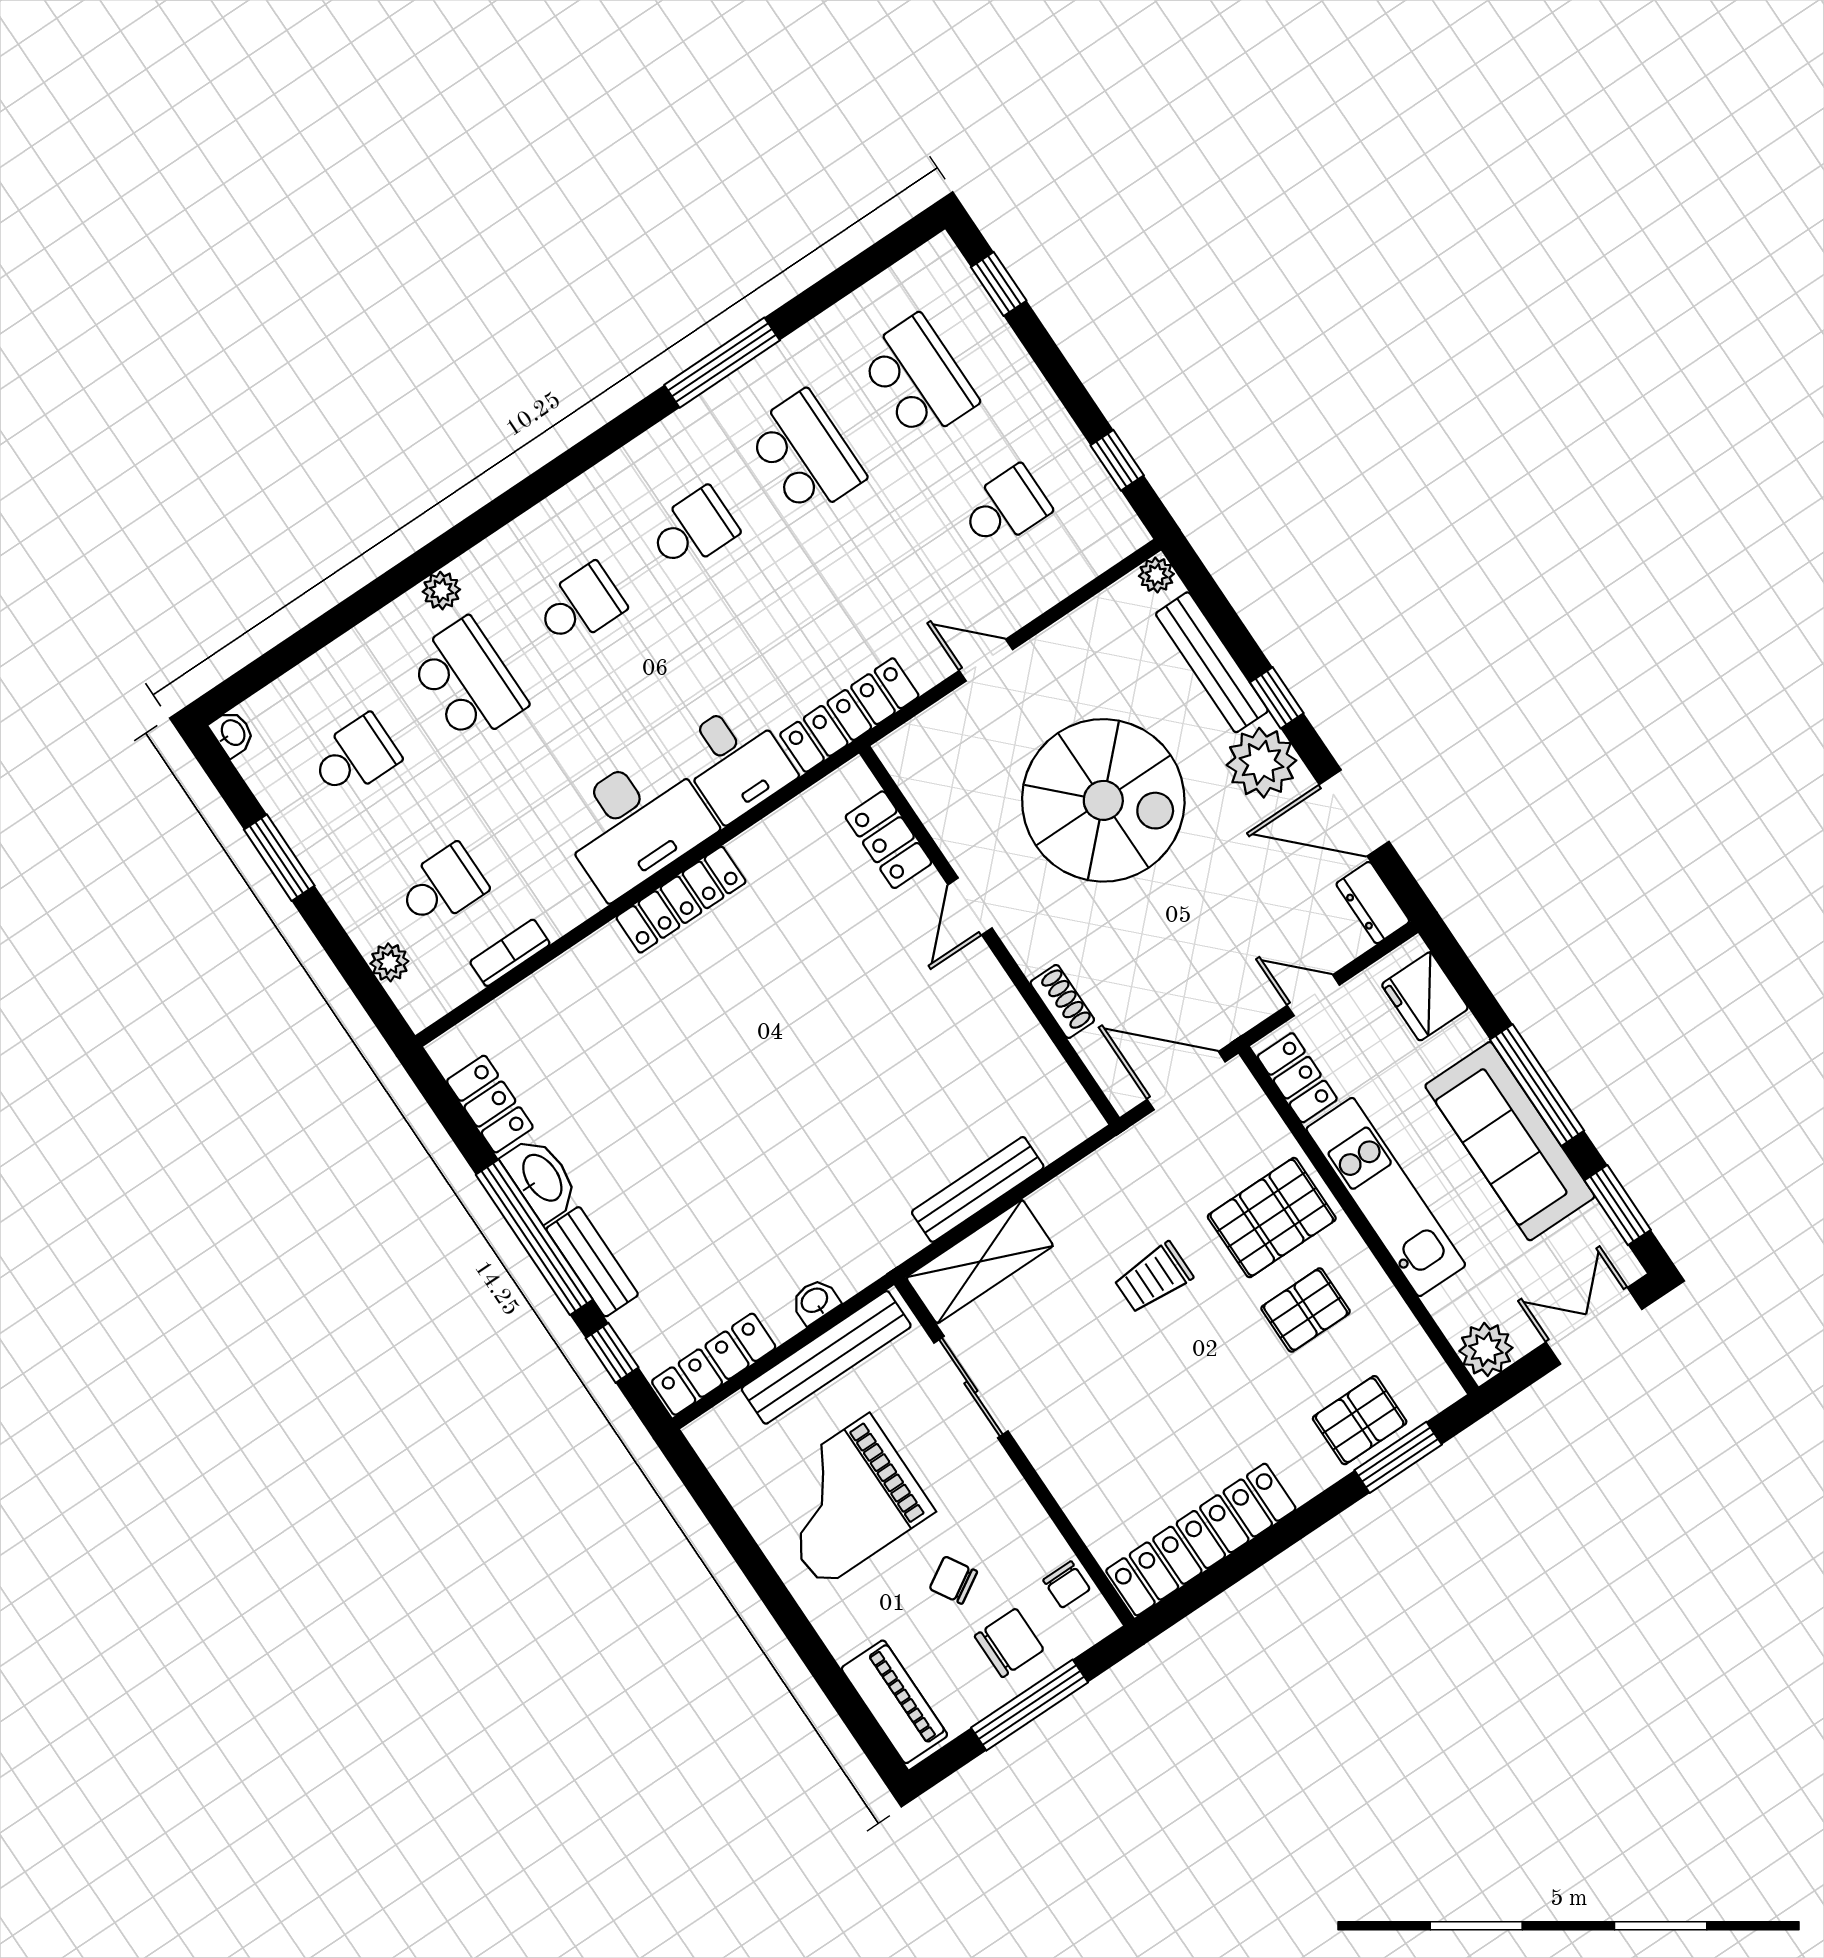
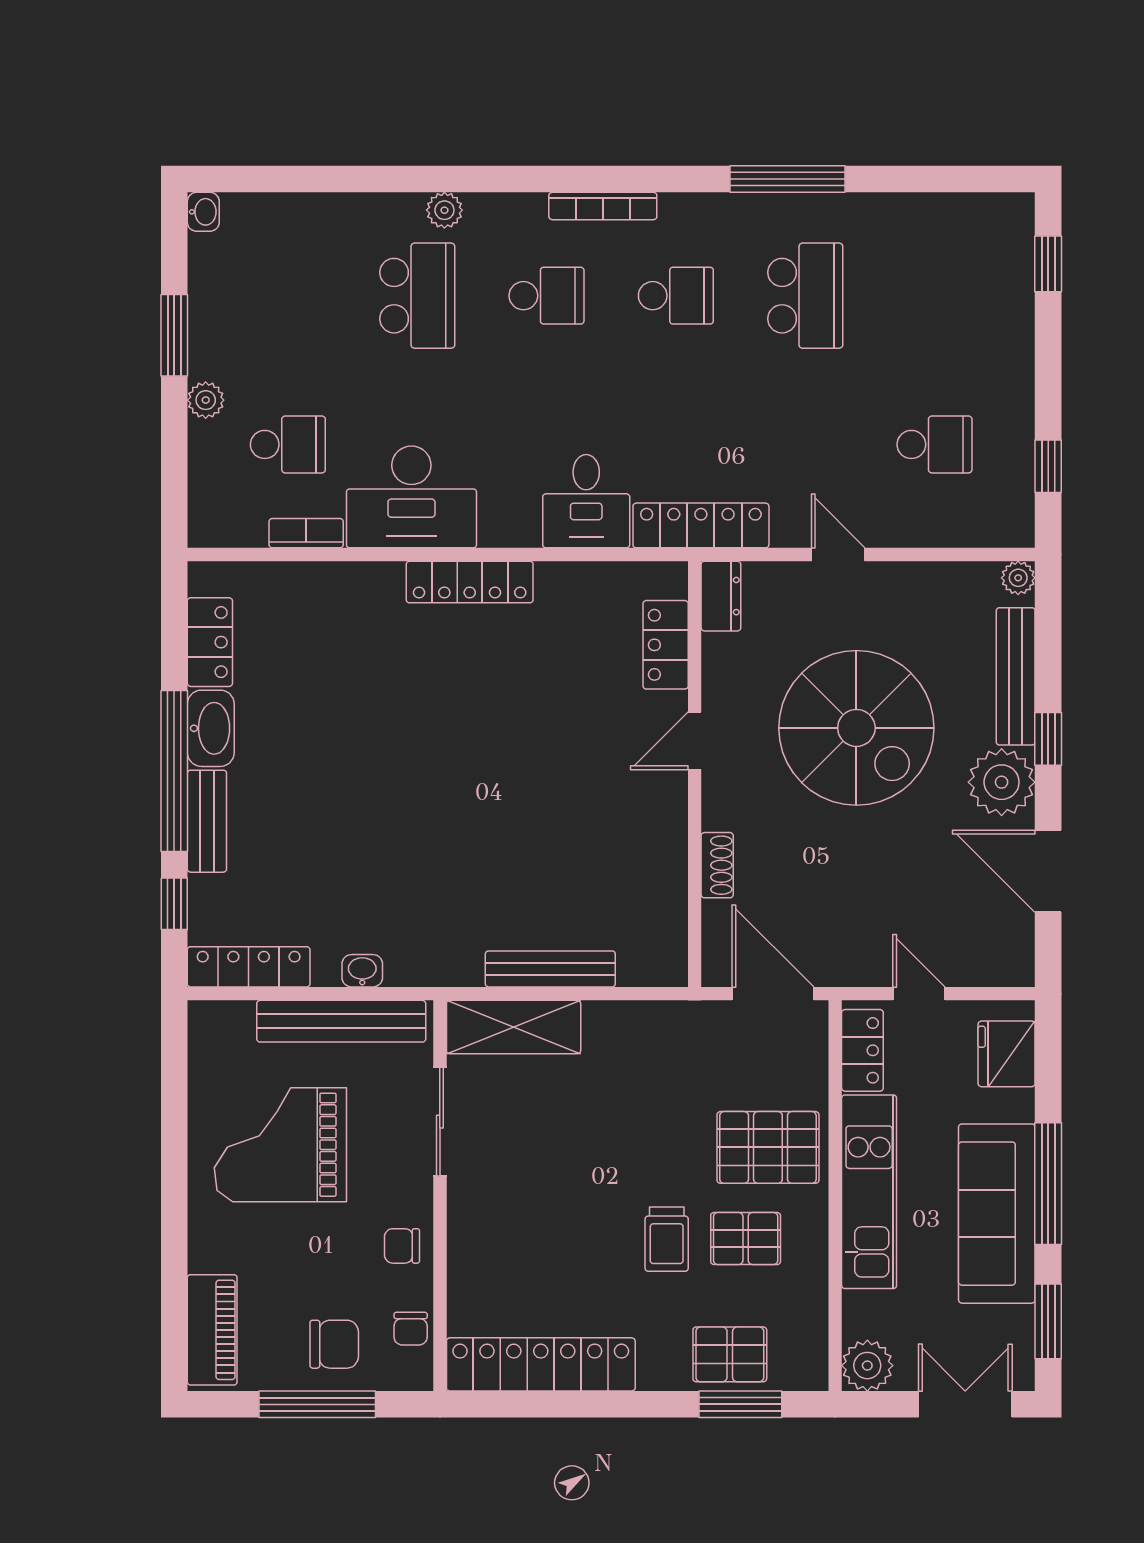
school desk: (918, 378) -> (935, 296), removed
bookcase: (577, 494) -> (603, 206), added
school desk: (355, 757) -> (288, 296), removed
desk: (635, 823) -> (411, 497), moved
dresser: (1373, 903) -> (721, 596), moved, turned 180
plant: (389, 962) -> (206, 400), moved
trolley: (1153, 1278) -> (667, 1239), moved, turned -90
chair: (953, 1580) -> (402, 1246), moved, turned -59

